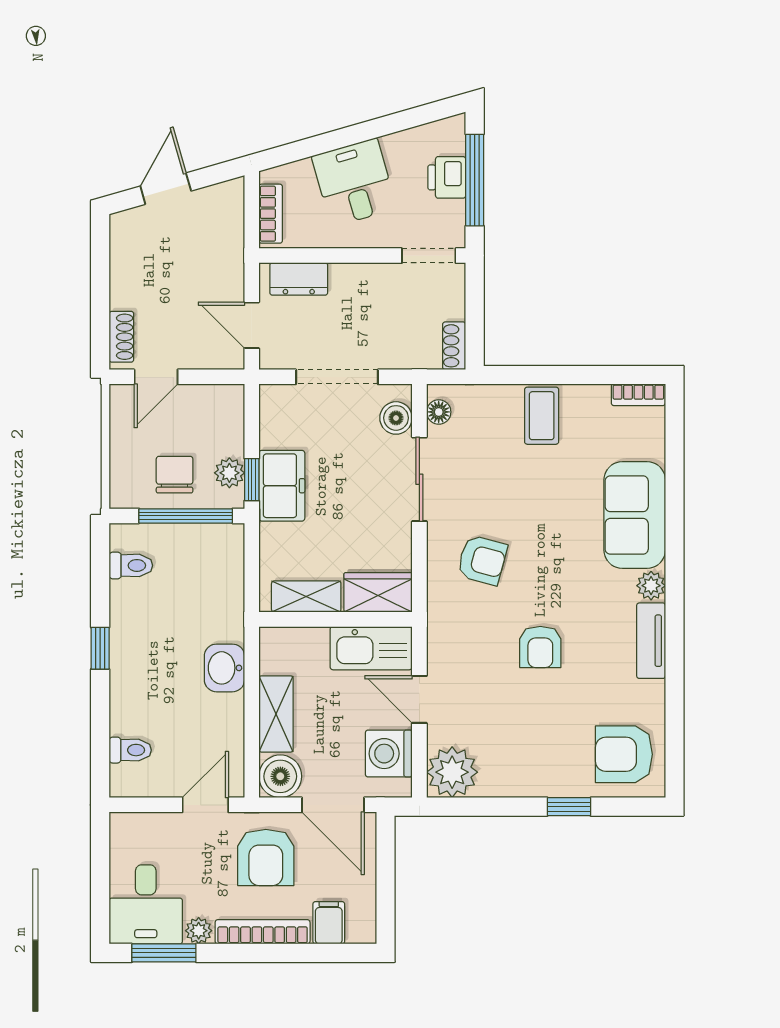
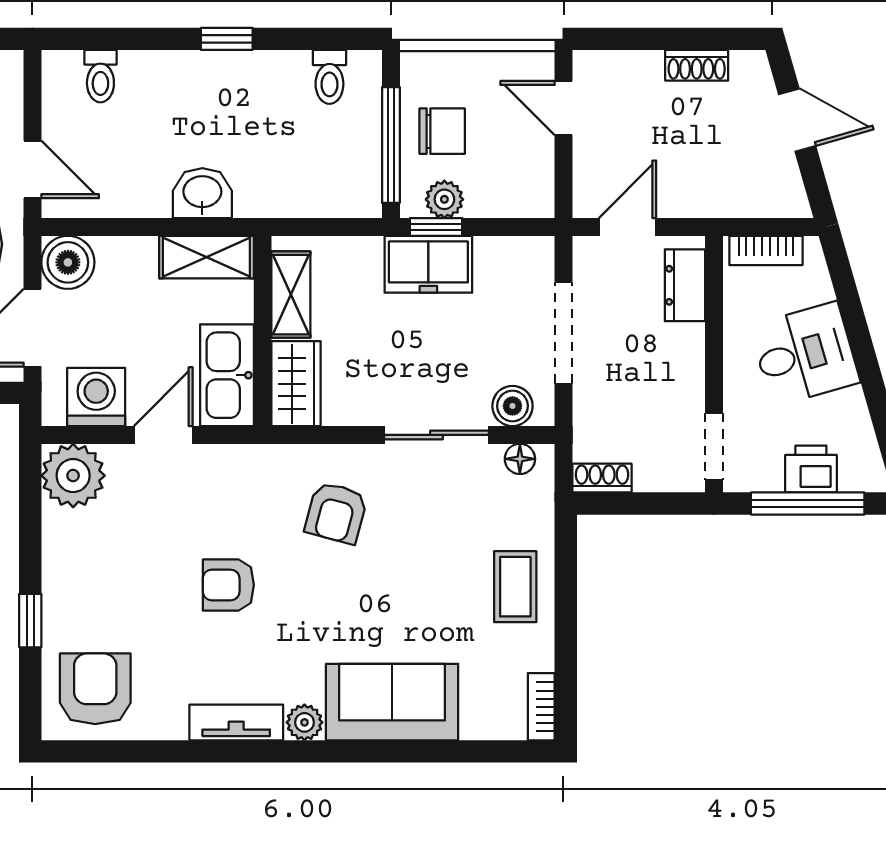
shoe rack: (121, 337) -> (697, 65), moved
coffee table: (542, 416) -> (515, 587), turned 90
shelving: (276, 714) -> (206, 257), moved

